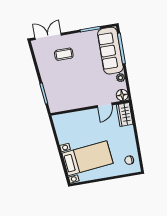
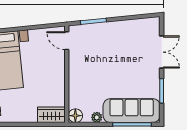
double door: (48, 36) -> (162, 52), moved
coffee table: (64, 54) -> (137, 54), removed
door: (105, 105) -> (67, 41), moved

